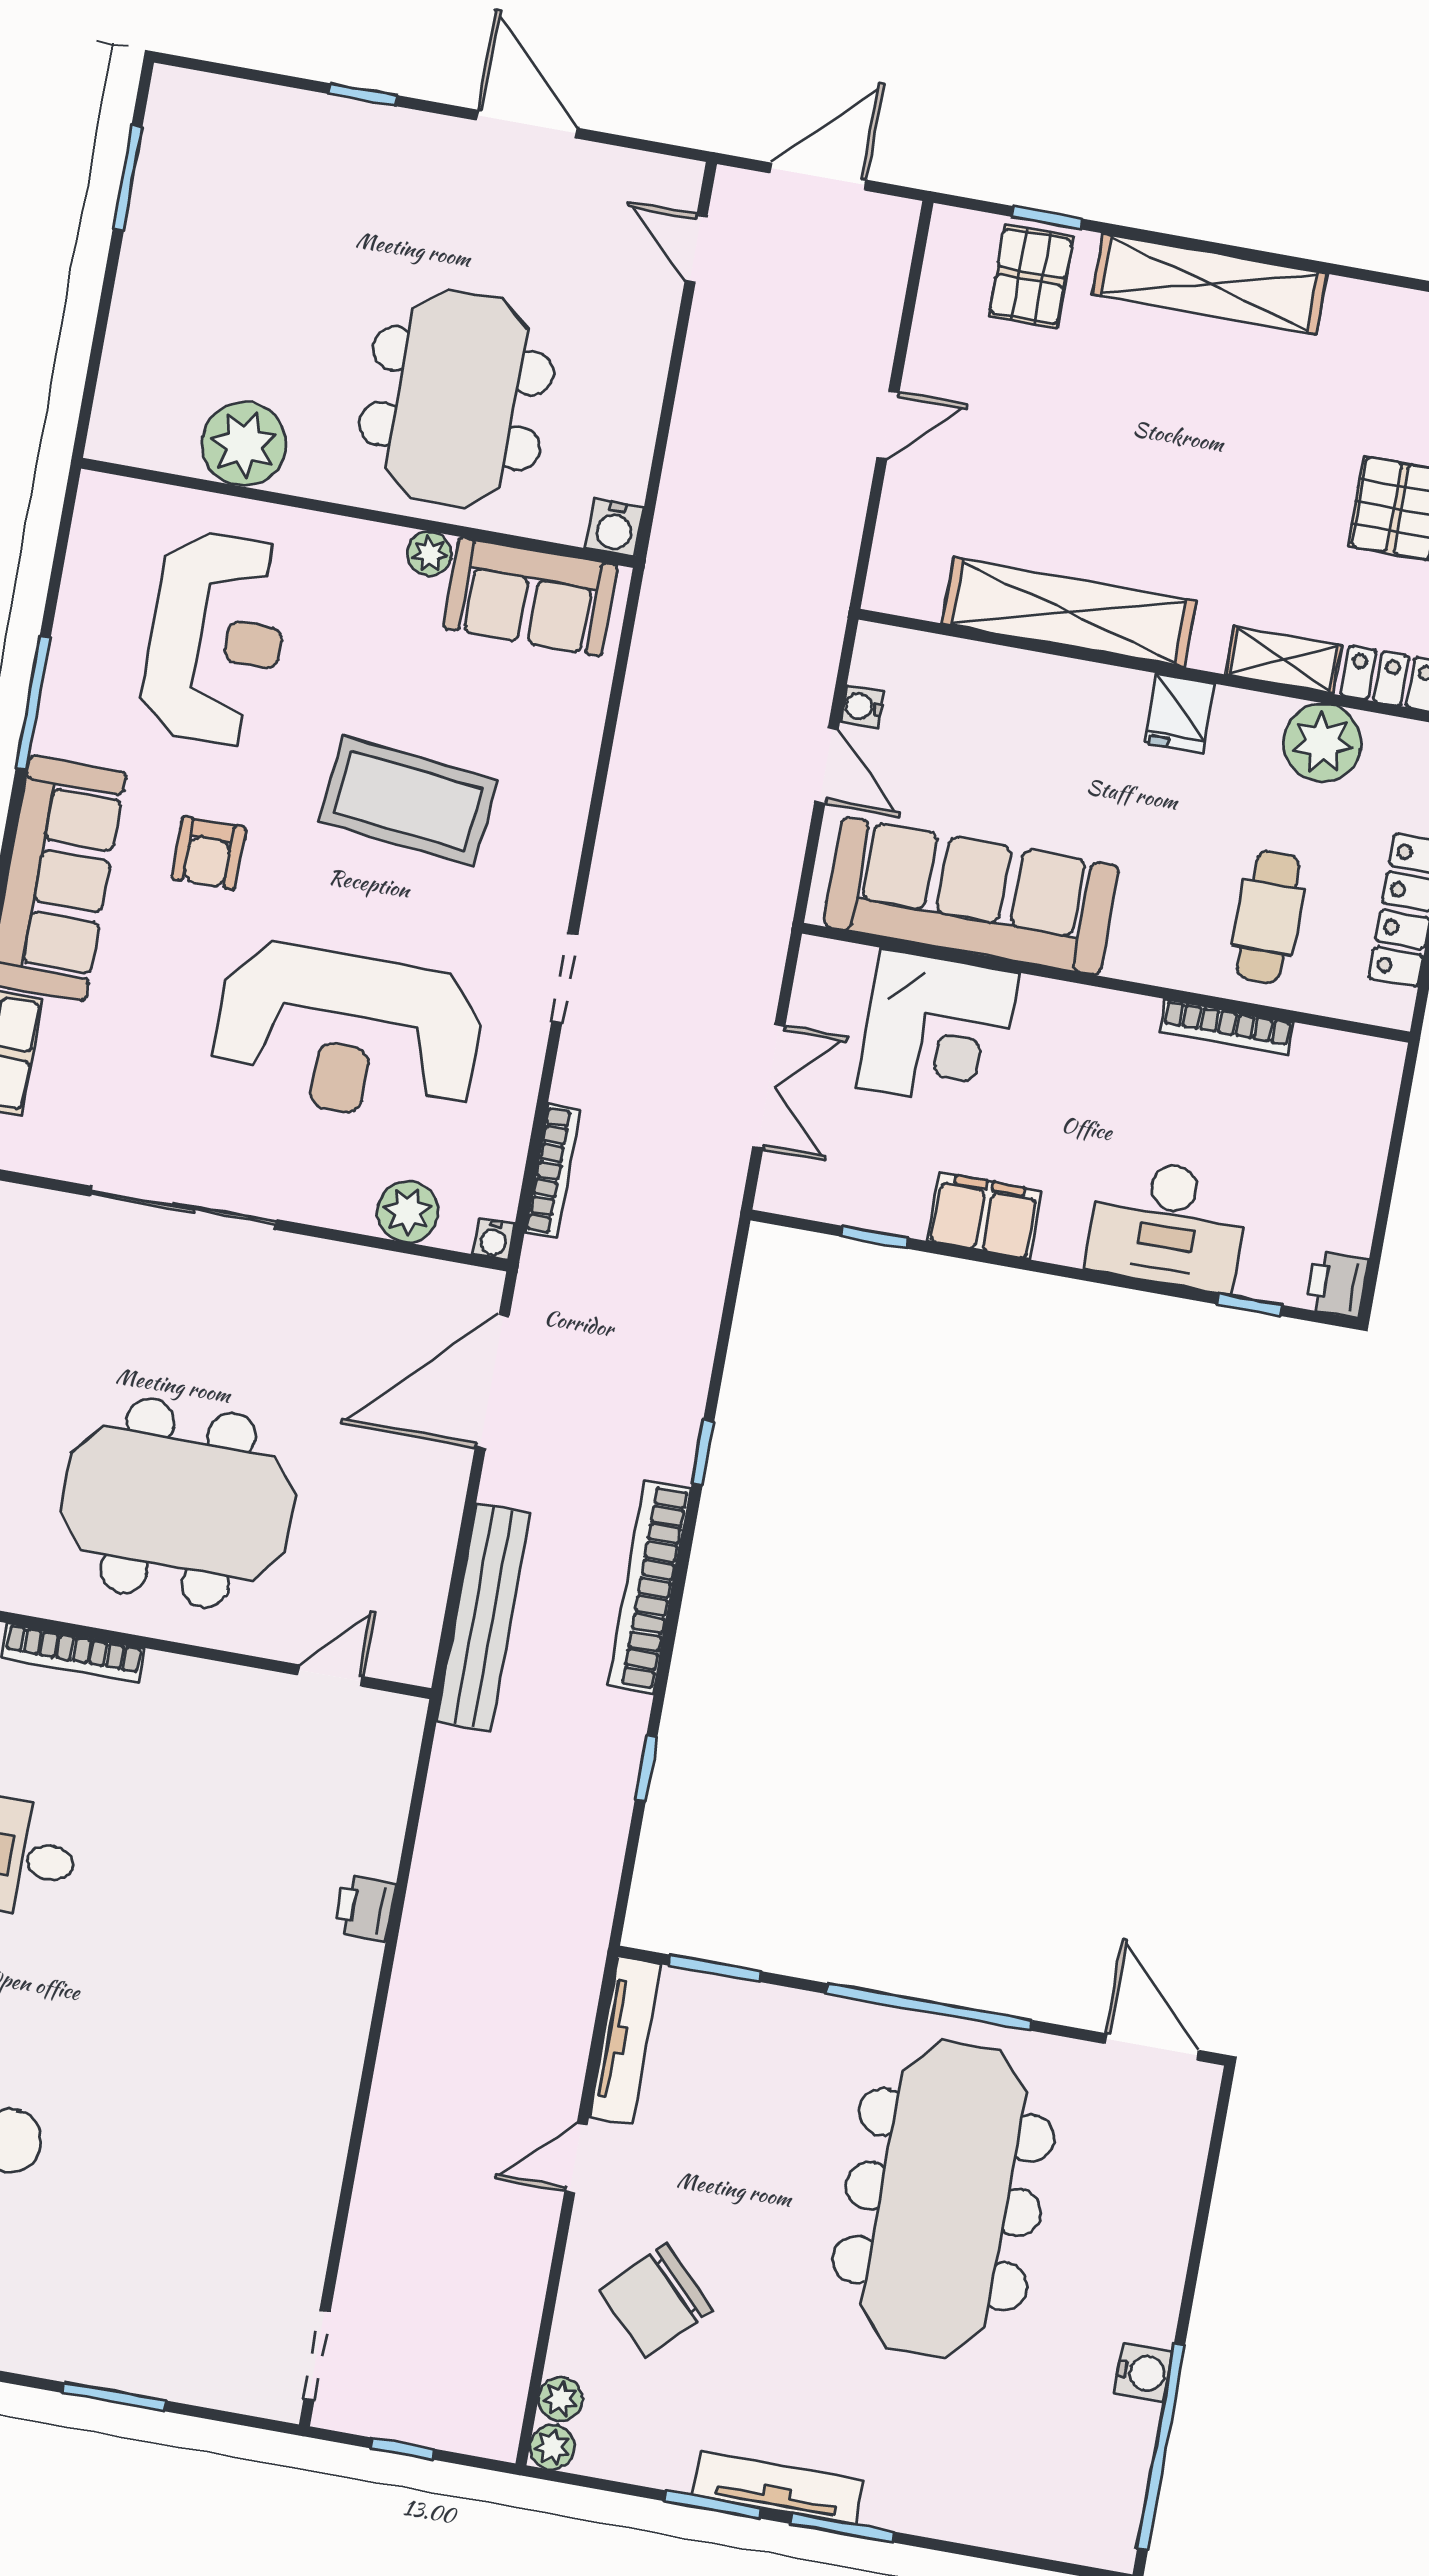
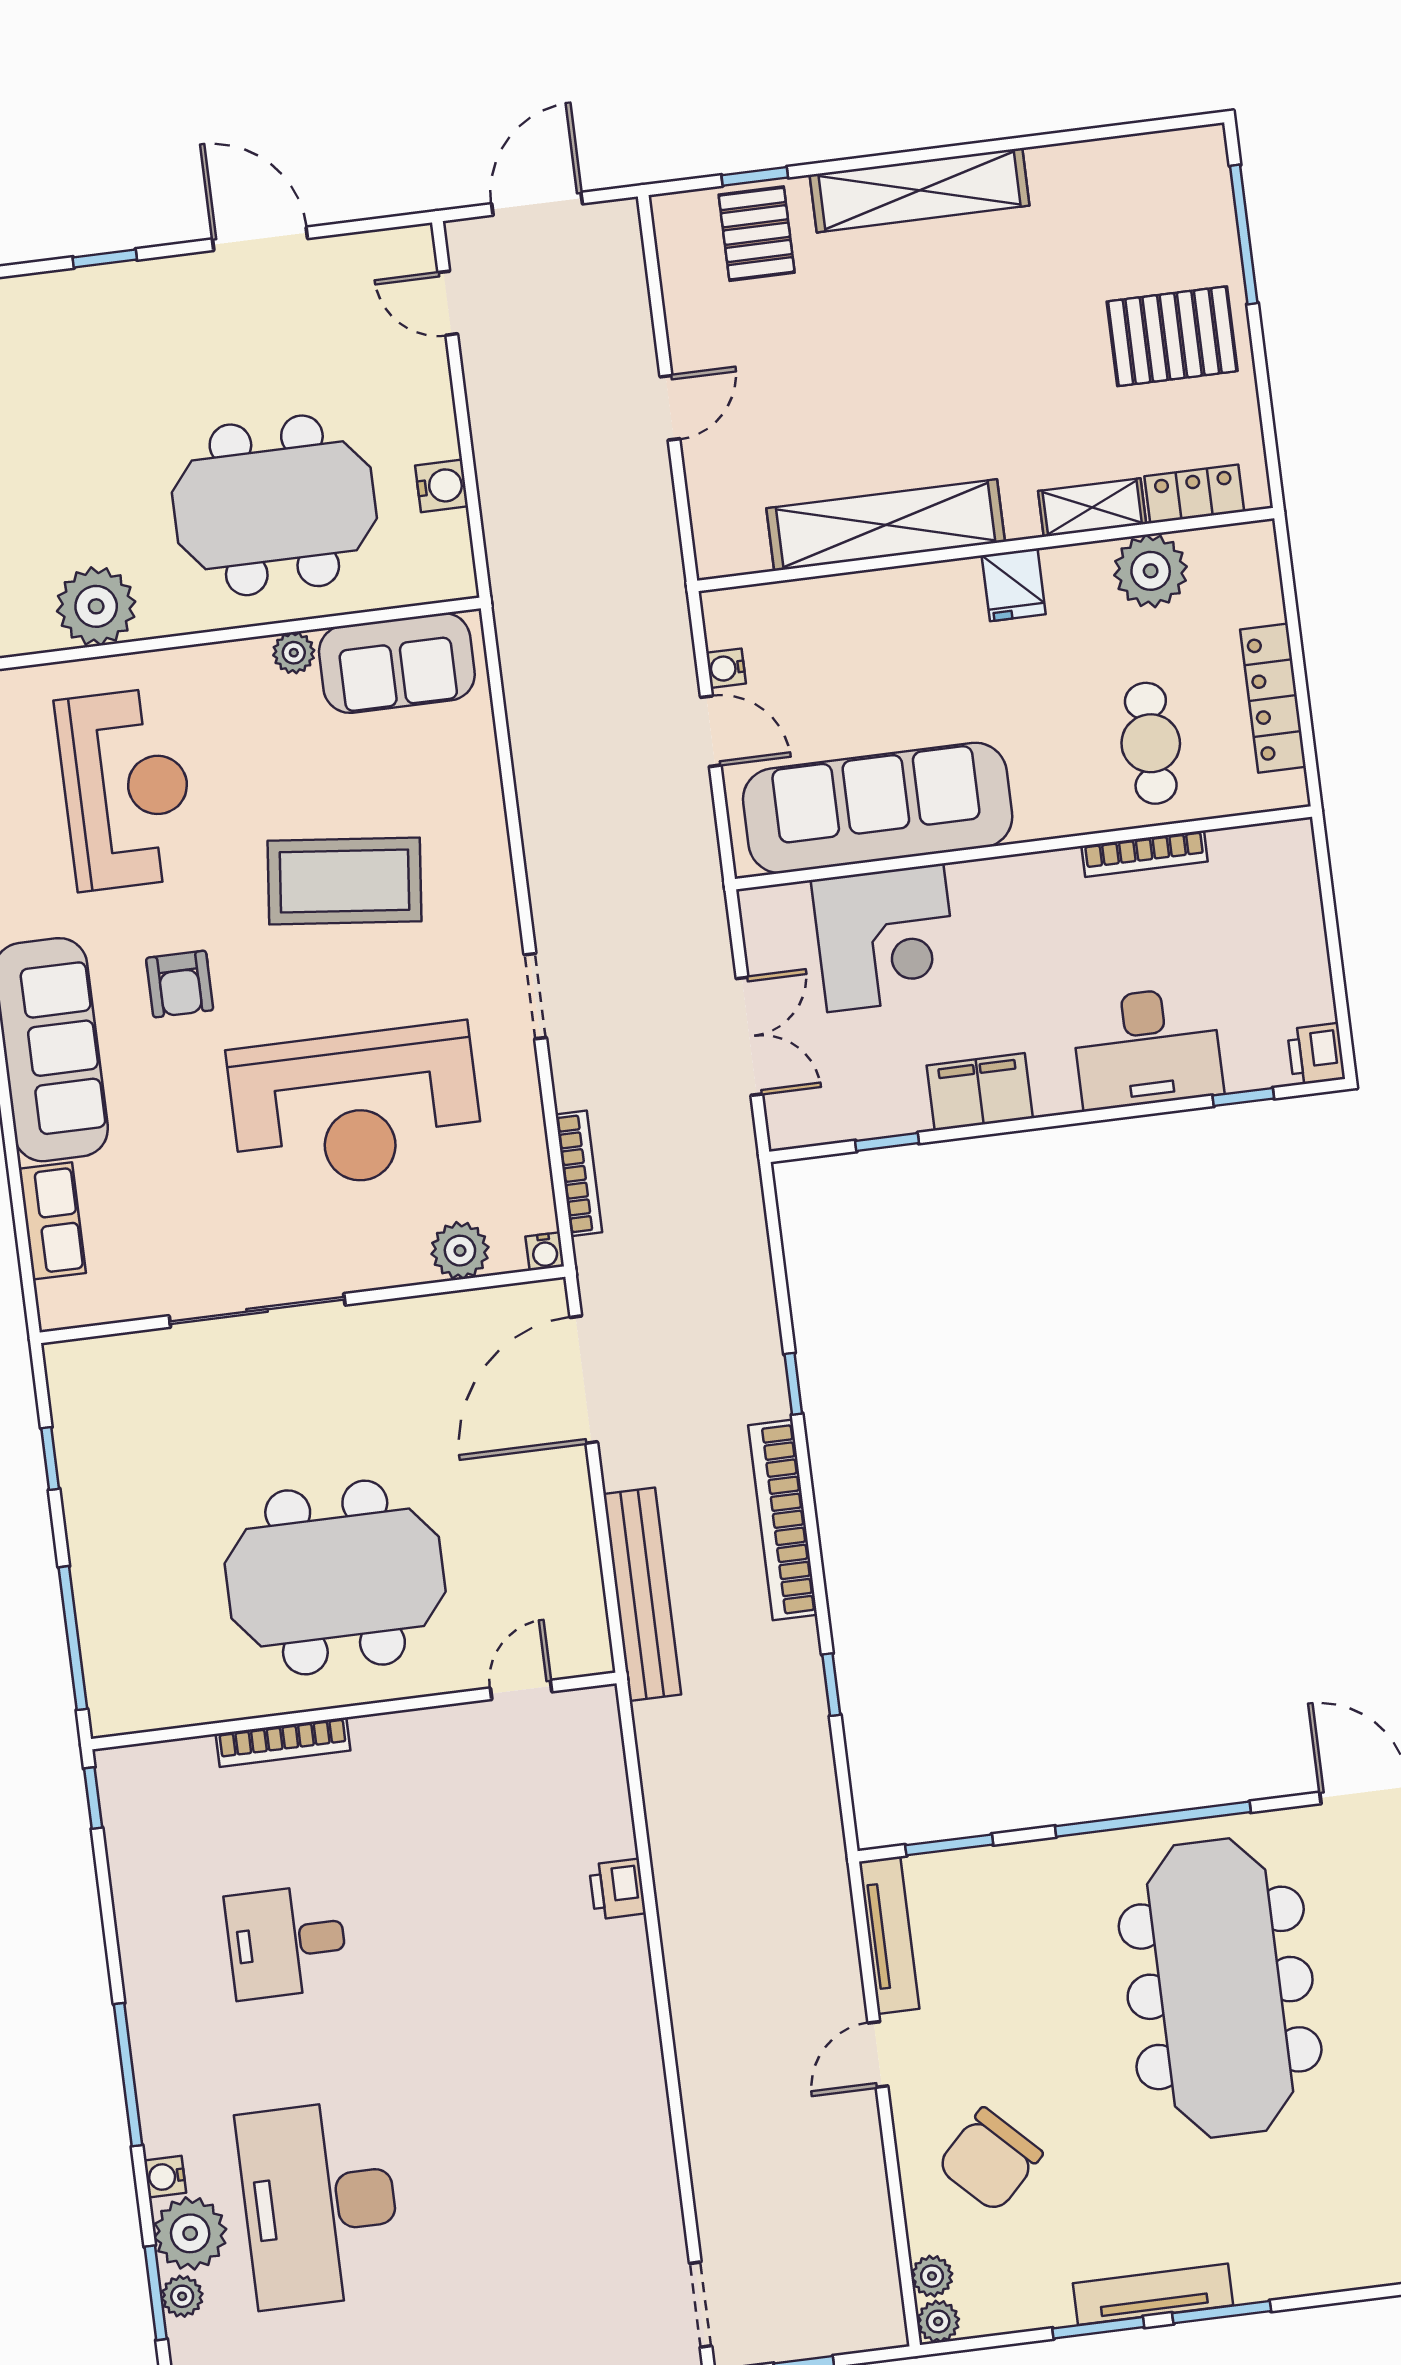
meeting table: (456, 398) -> (274, 505), turned 90
water cooler: (615, 528) -> (442, 486), moved, turned -90

